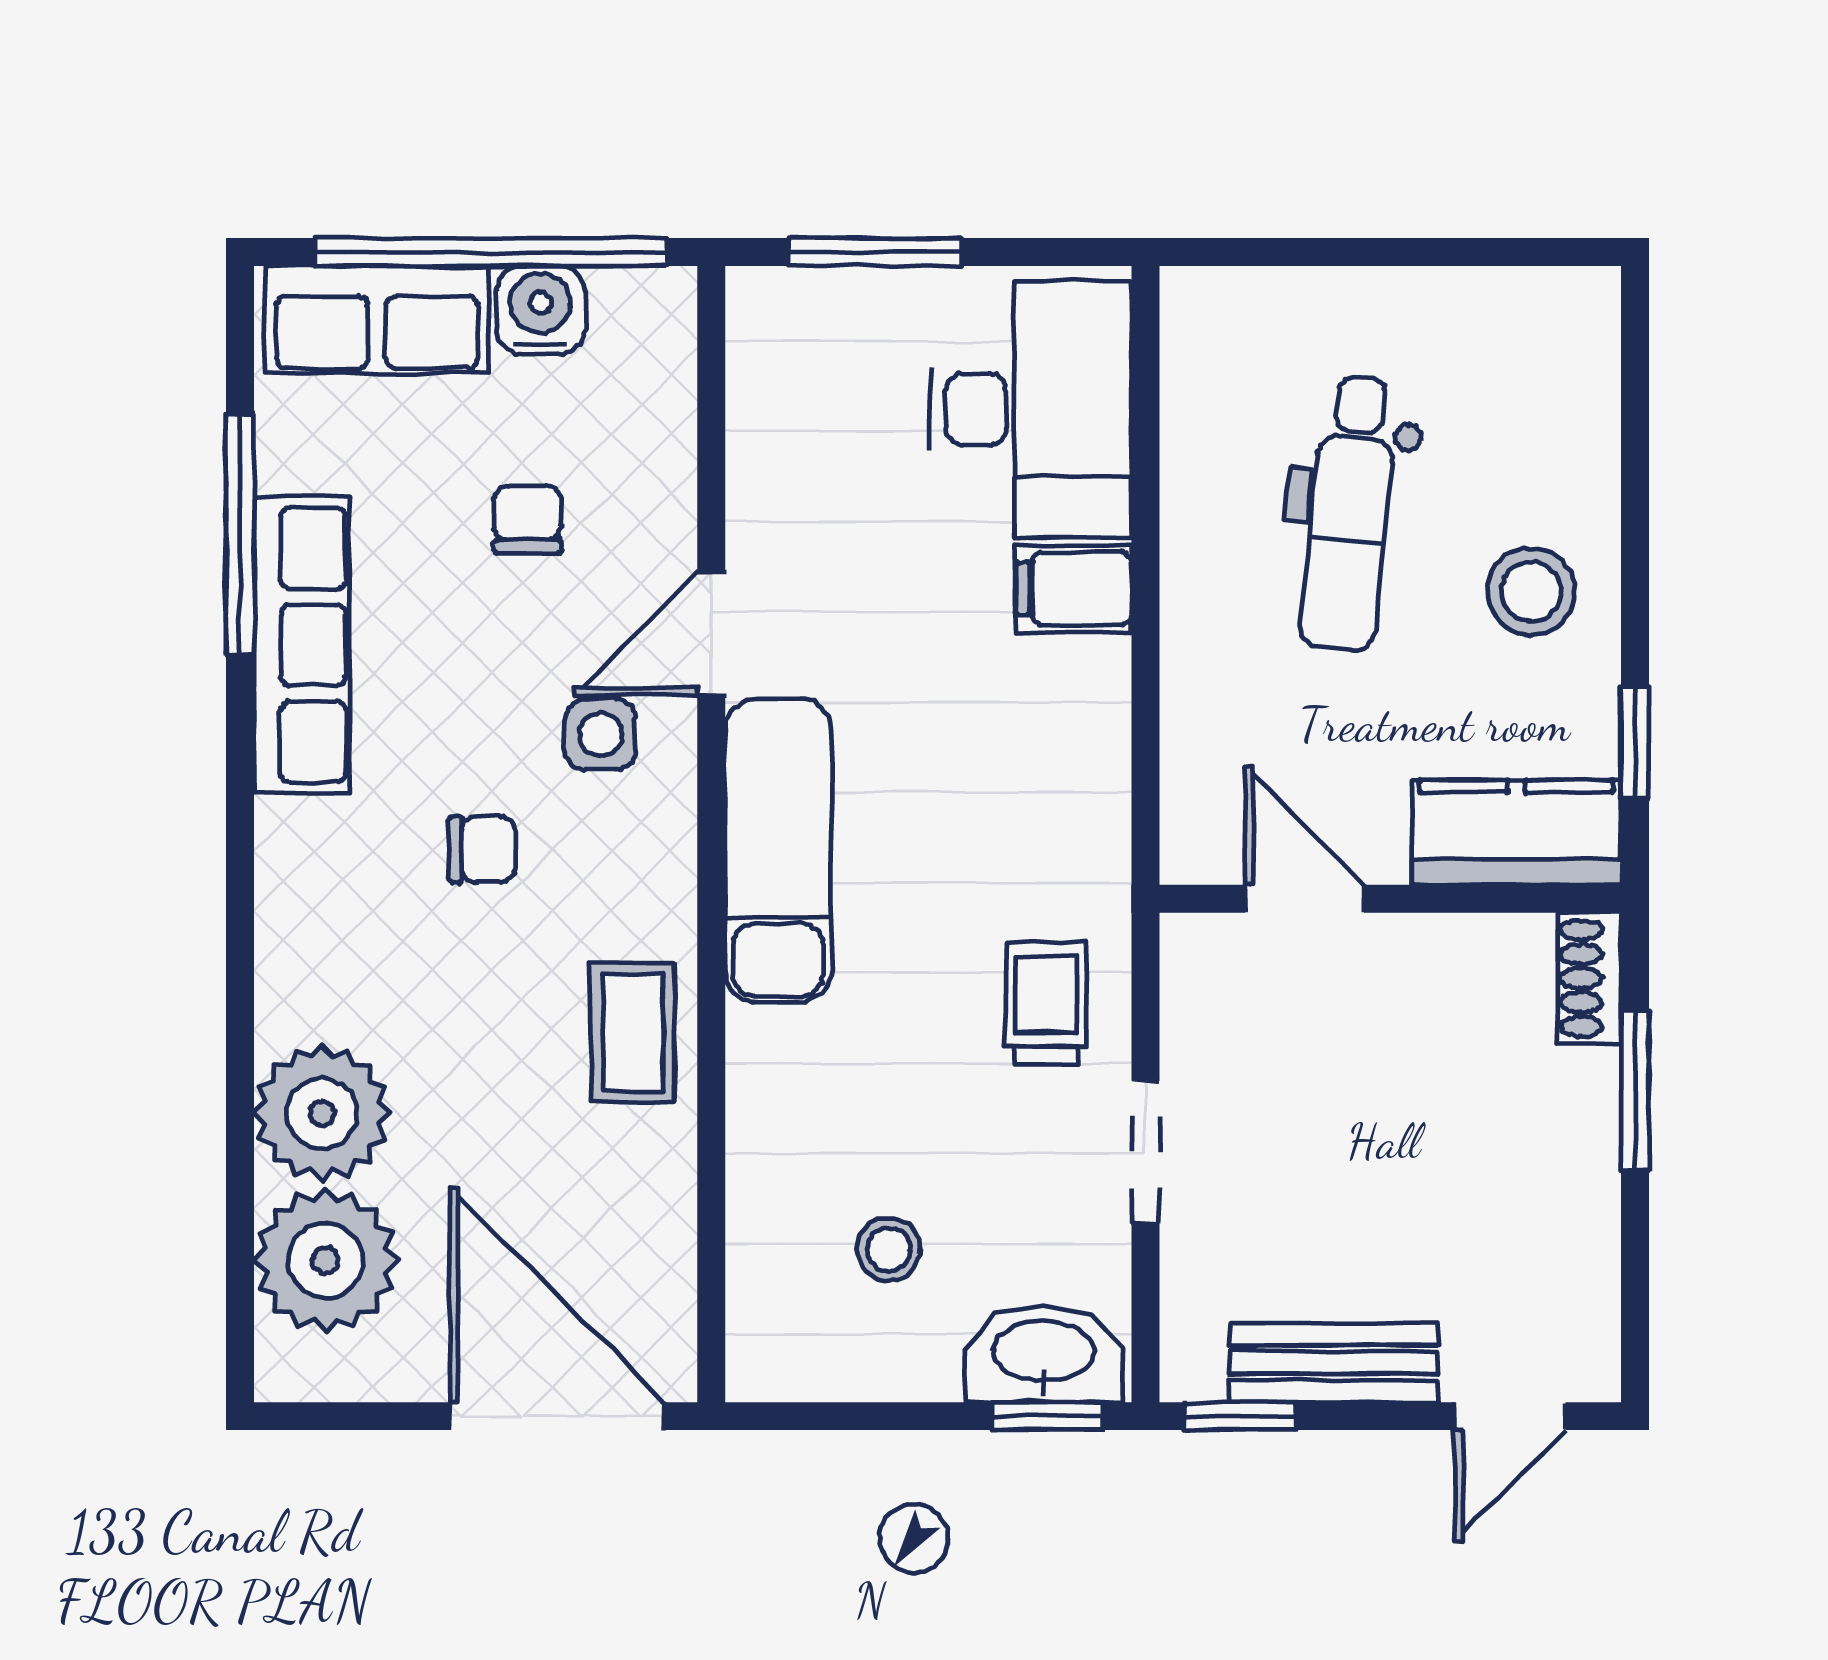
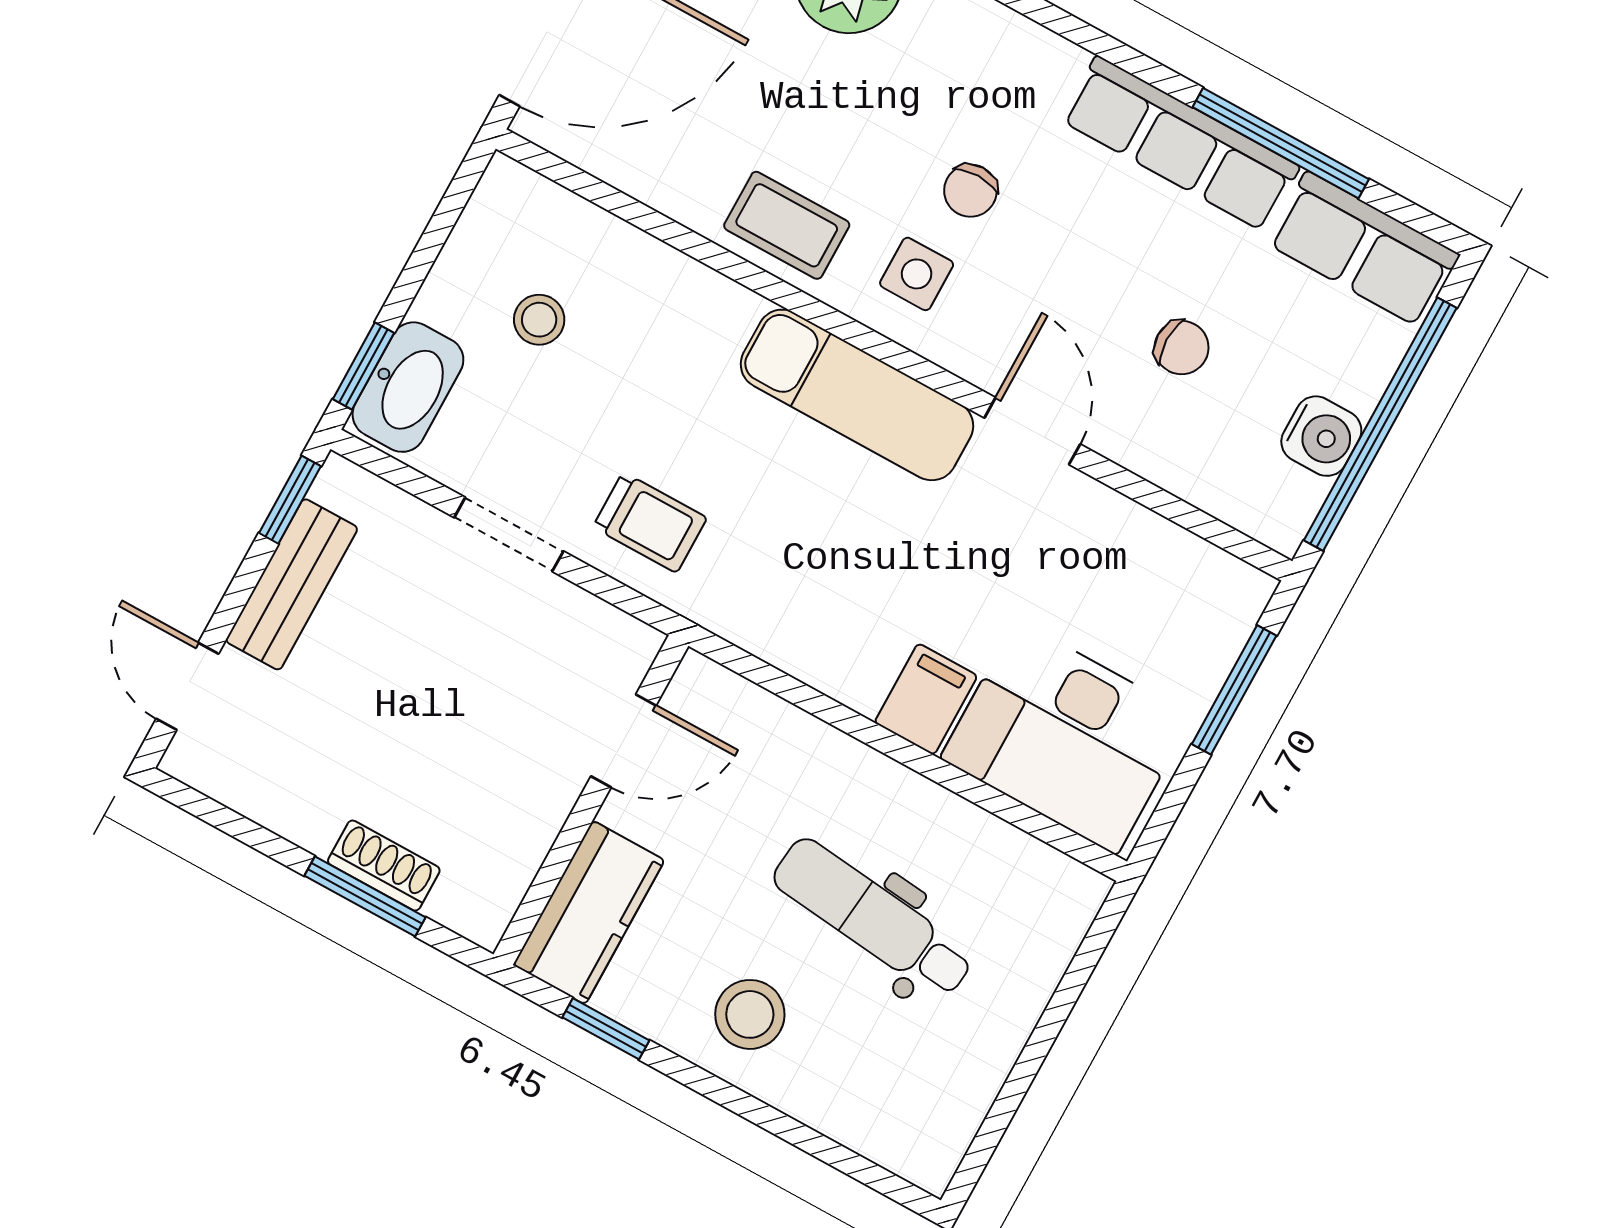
row of seats: (377, 319) -> (1363, 249), moved, turned -90
side table: (601, 735) -> (917, 274), moved
shoe rack: (1589, 978) -> (384, 866), moved

